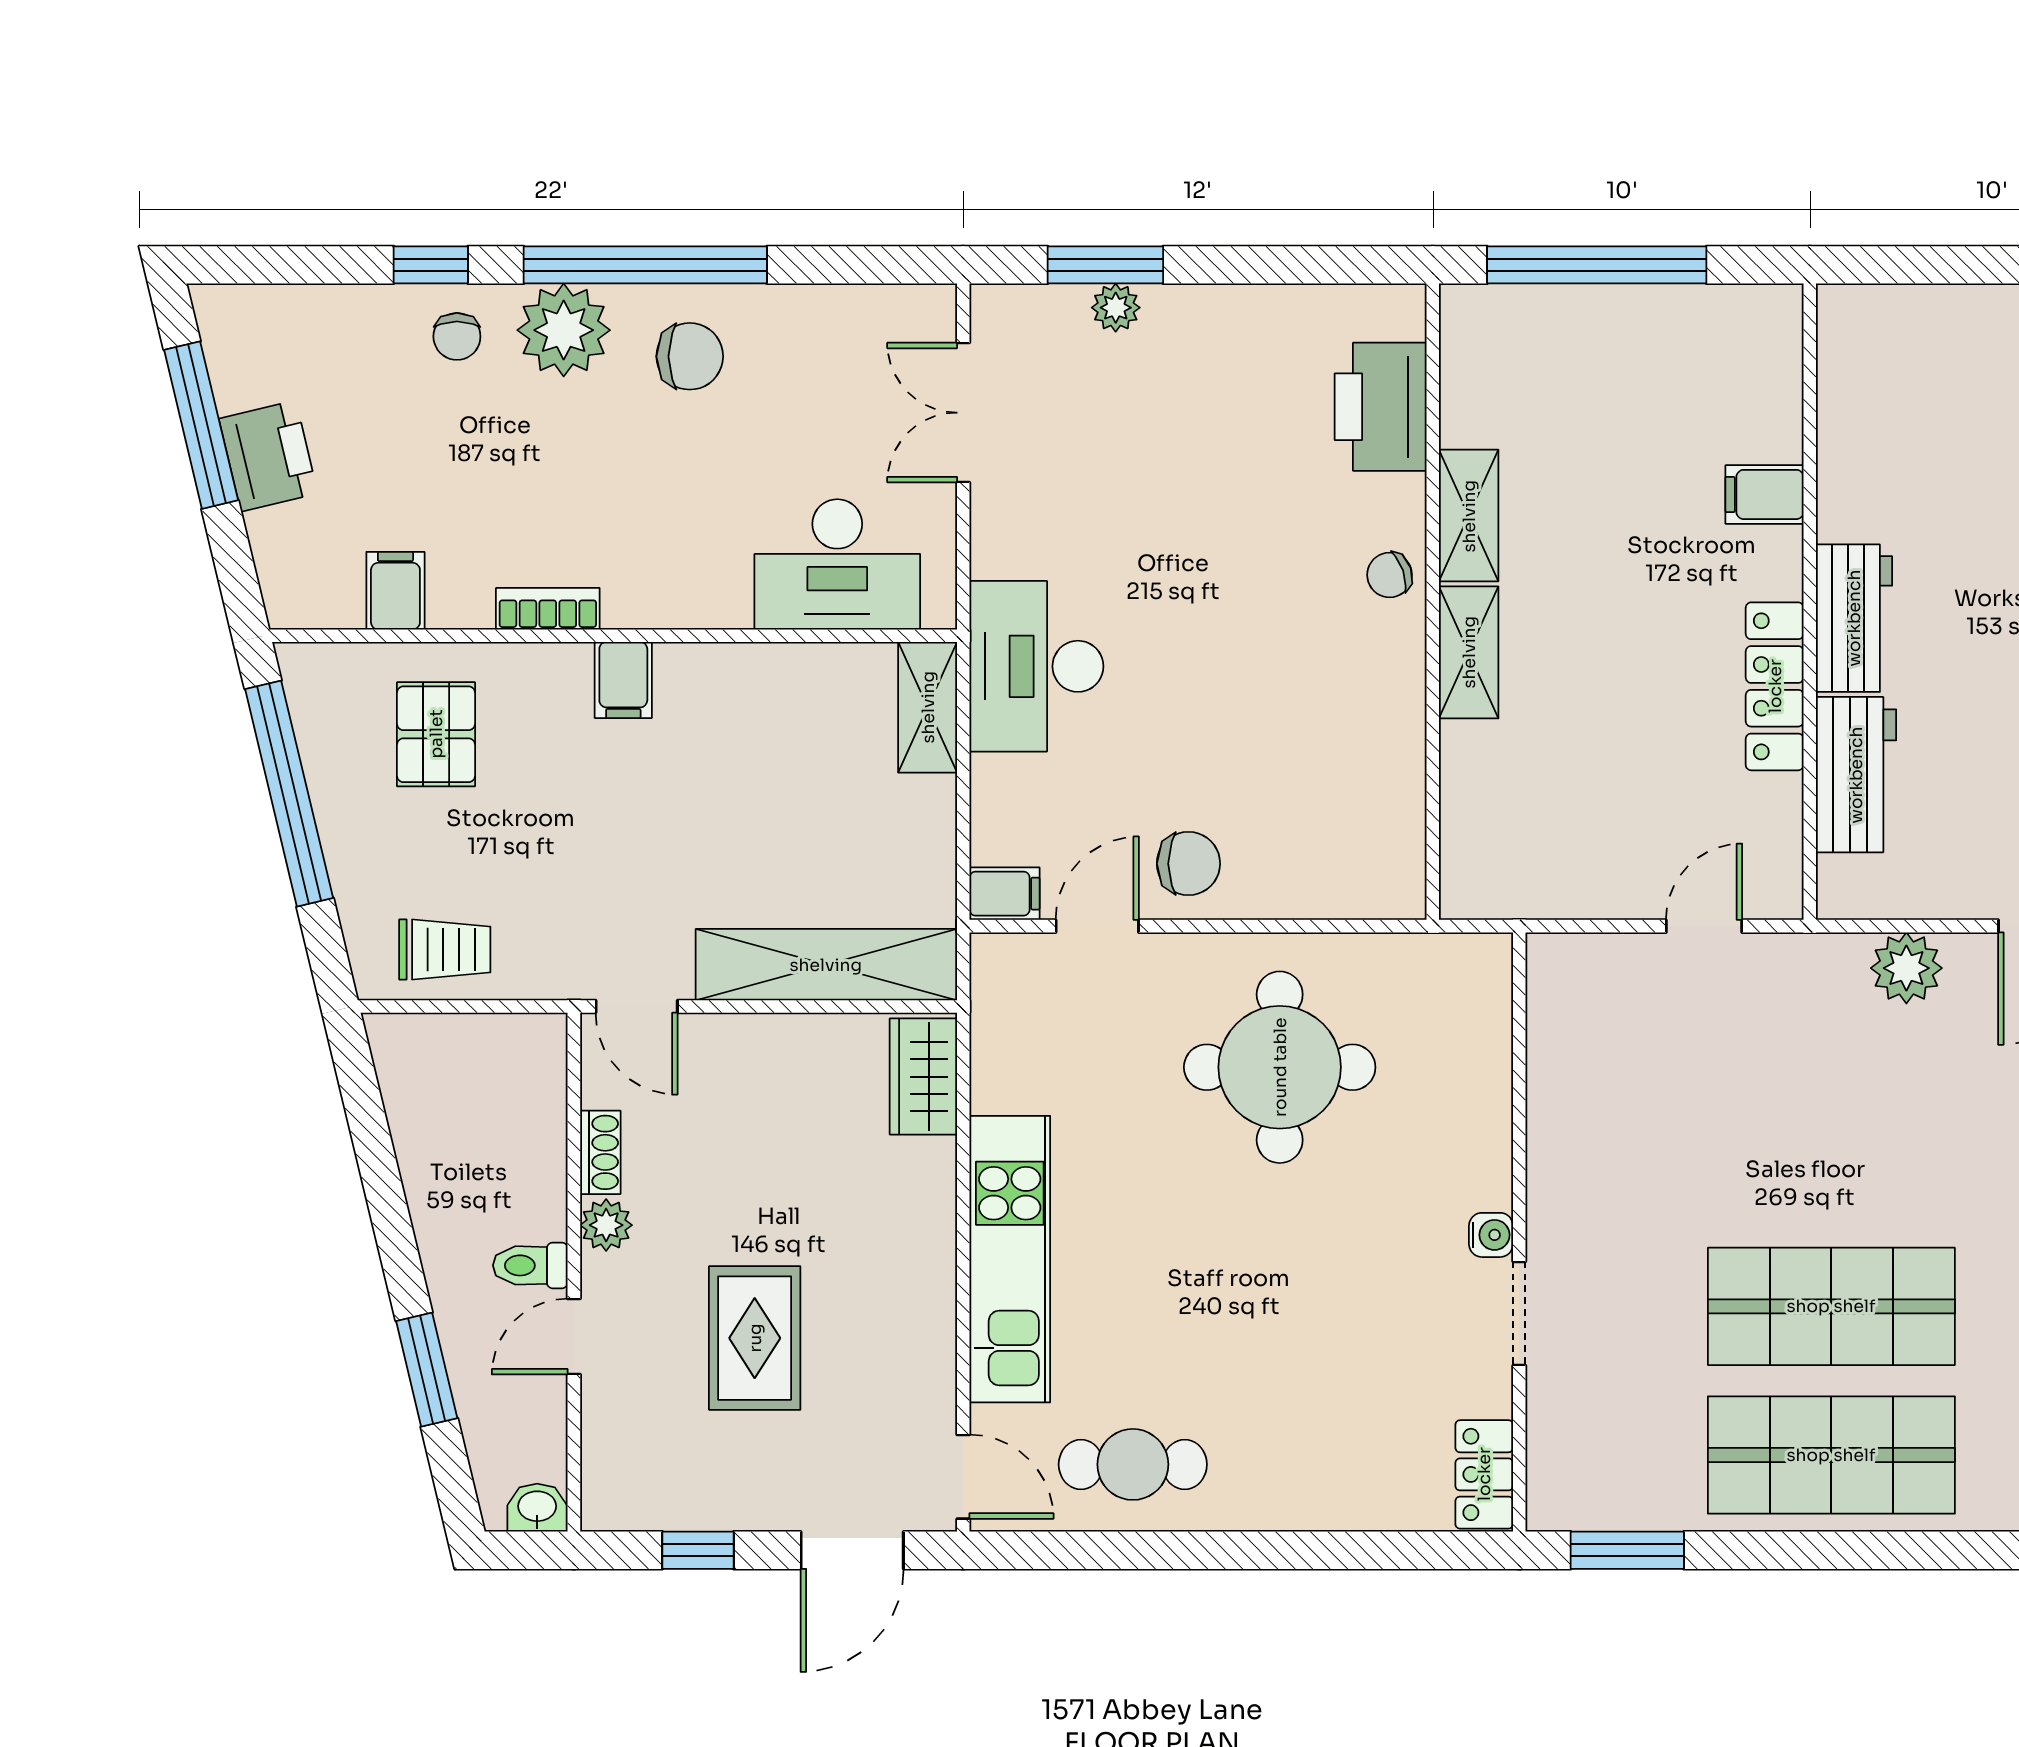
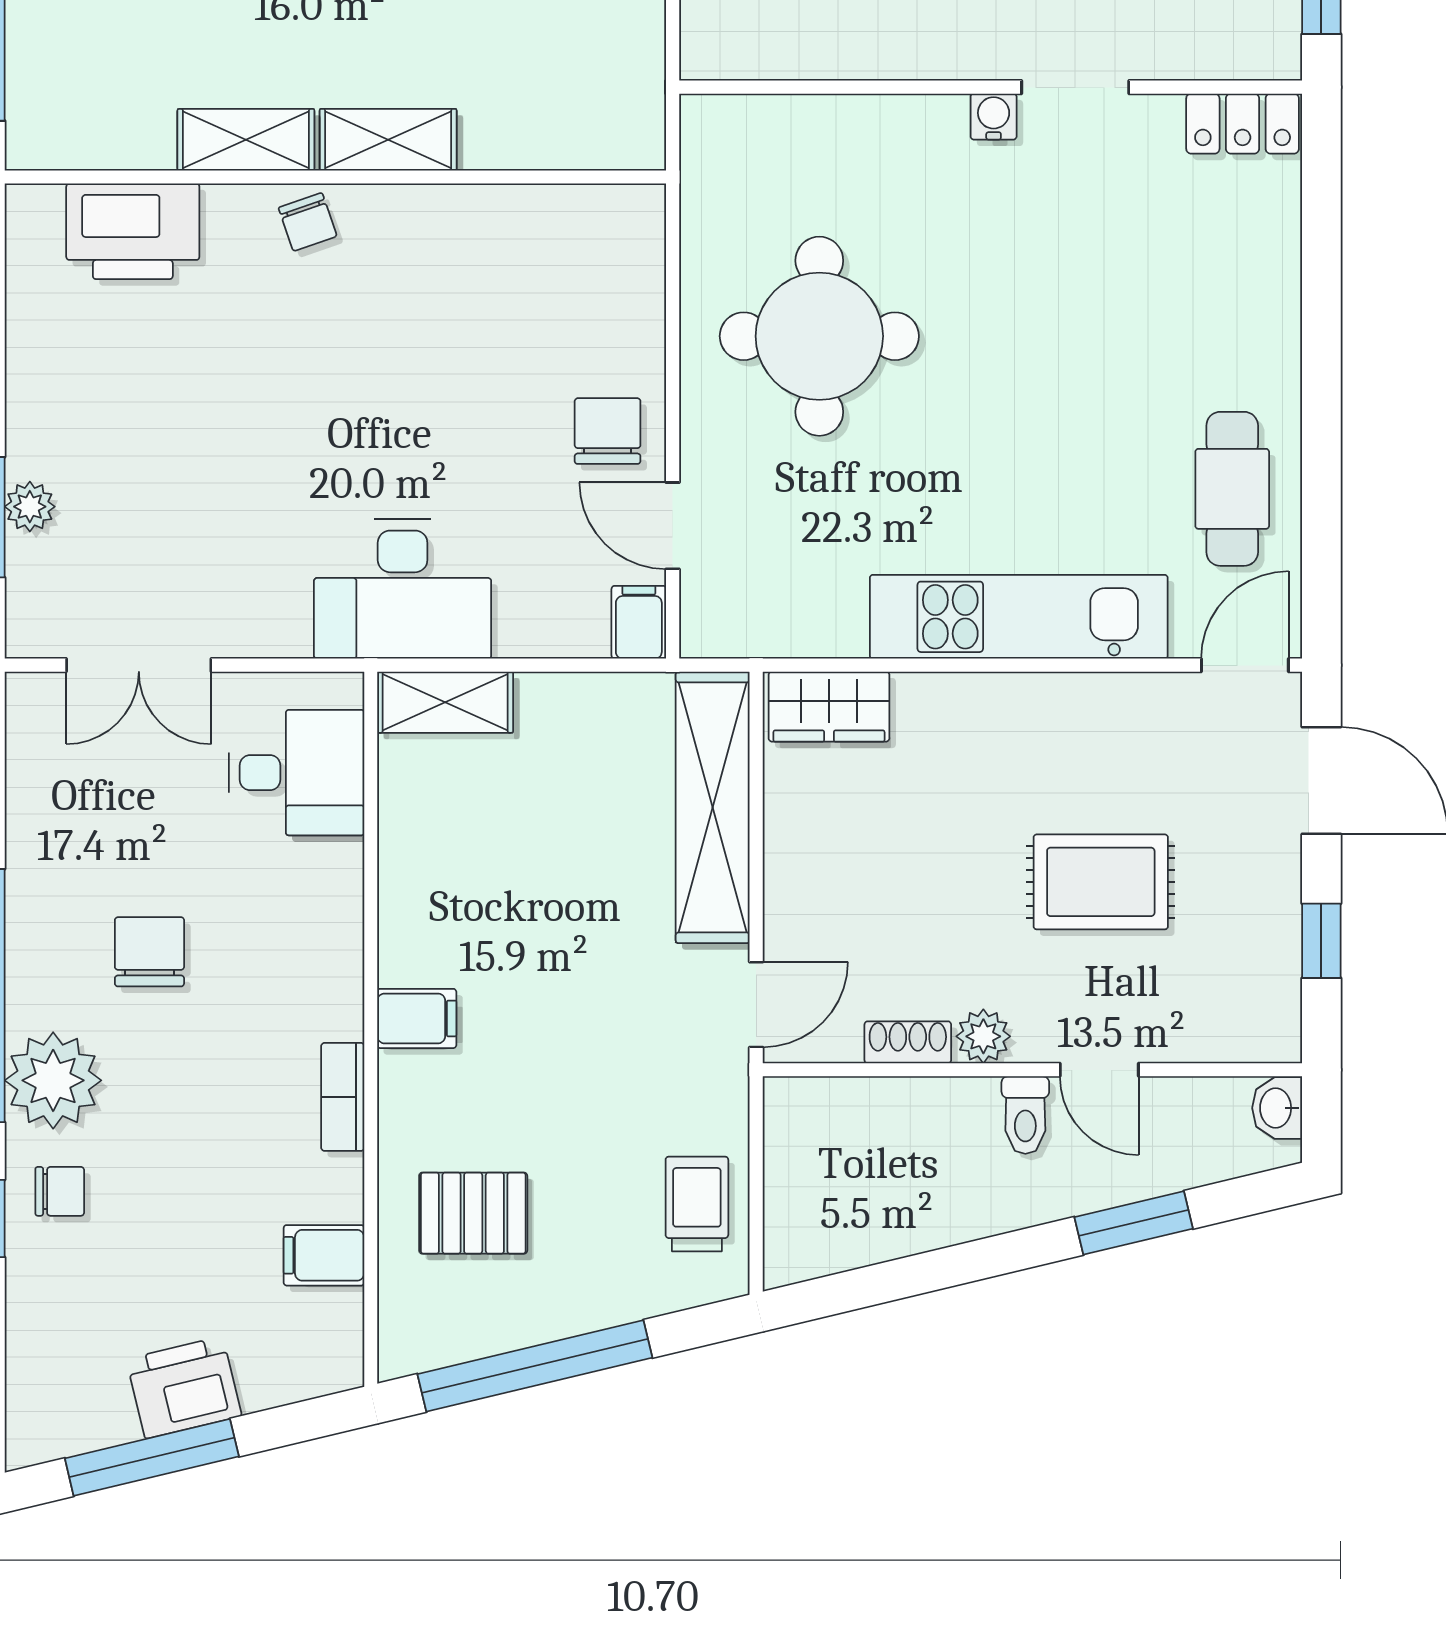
chair: (690, 356) -> (149, 952), moved
desk: (837, 564) -> (297, 773), width x0.73

